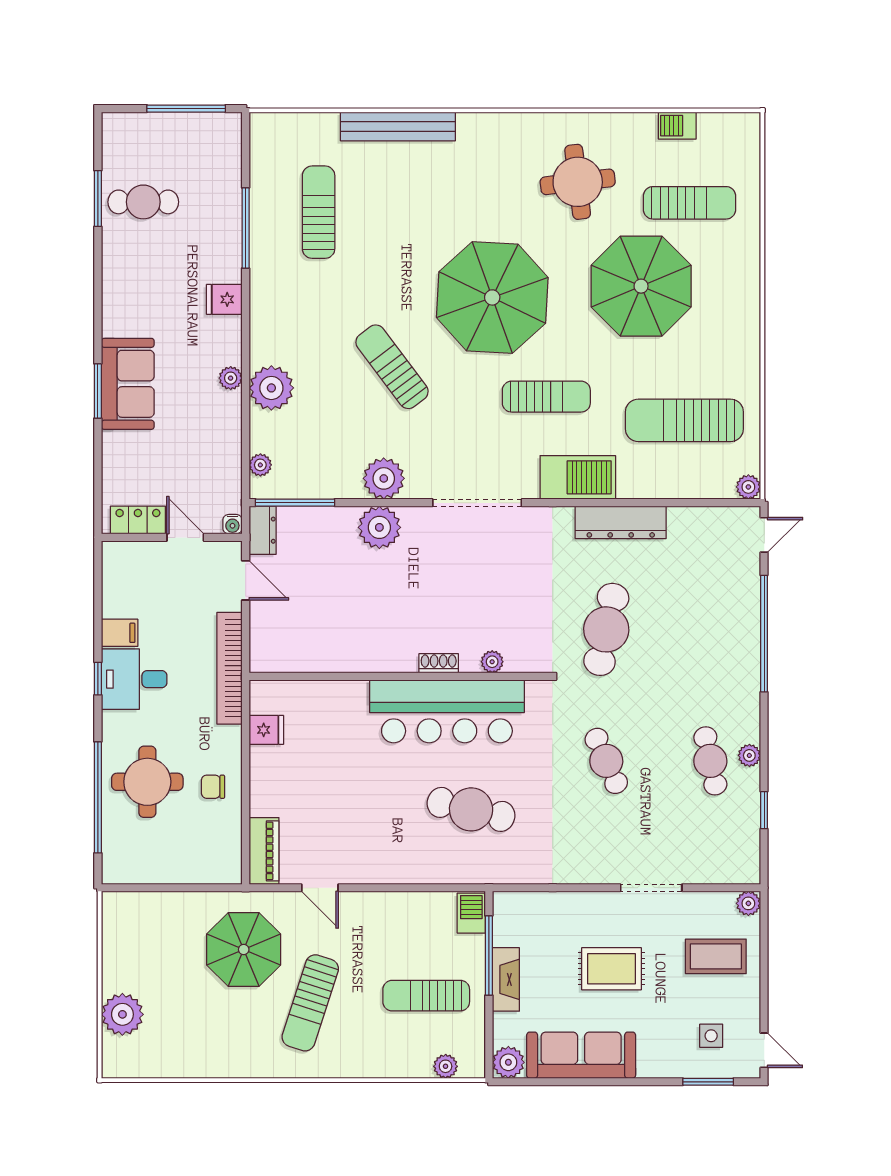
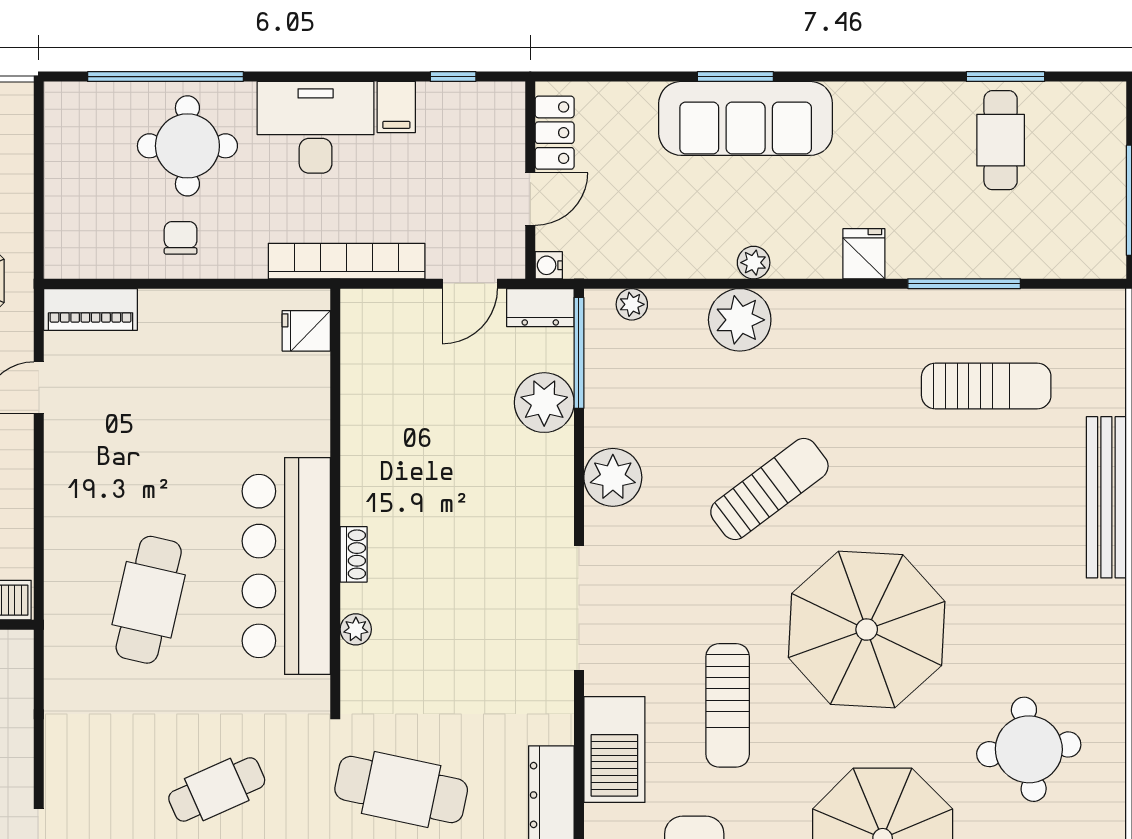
sofa: (128, 384) -> (746, 118), width x1.36
plant: (379, 527) -> (544, 403), moved
window: (98, 679) -> (453, 77), moved
desk: (134, 679) -> (316, 127), width x1.37
fridge: (266, 730) -> (306, 331), moved, turned 90

